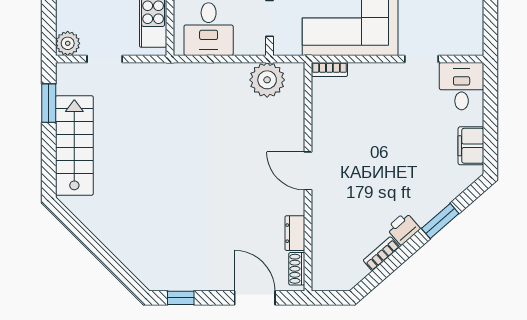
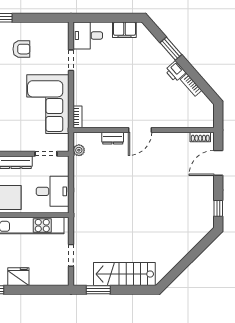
plant: (68, 43) -> (61, 278), removed
plant: (267, 80) -> (79, 150), width x0.53, depth x0.53
dresser: (295, 233) -> (113, 138), moved

